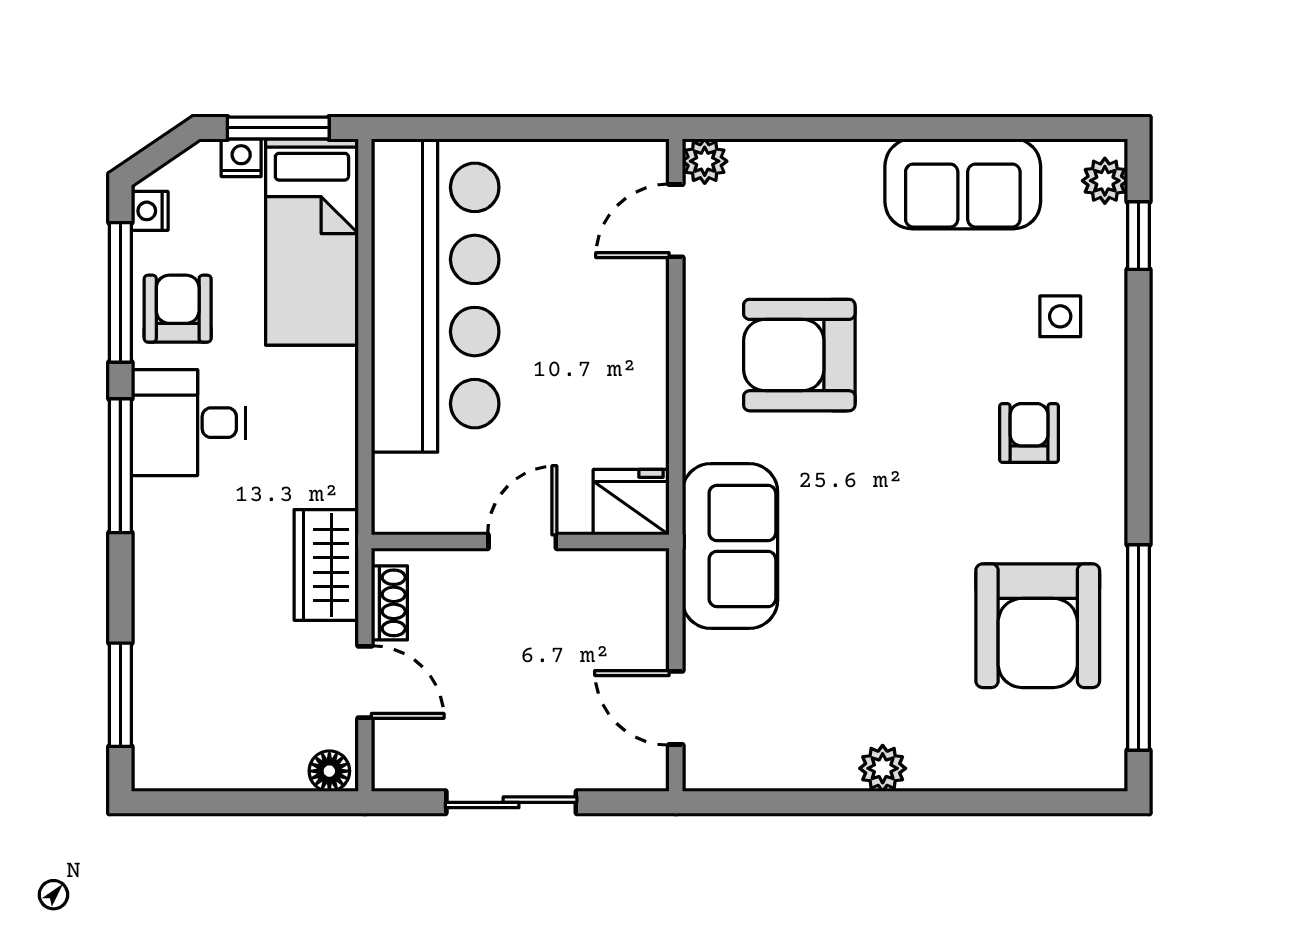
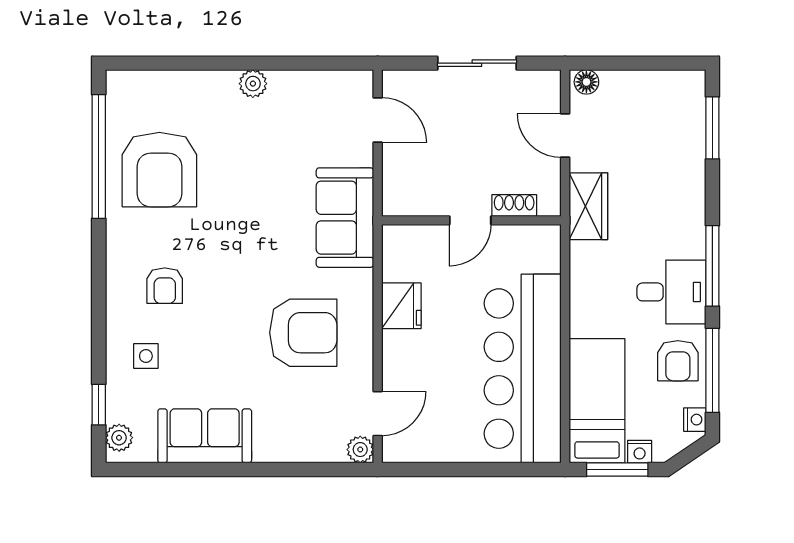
fridge: (631, 502) -> (401, 306), moved, turned -90
shoe rack: (389, 603) -> (514, 205), moved, turned 90
armchair: (1038, 626) -> (159, 170), turned 180

